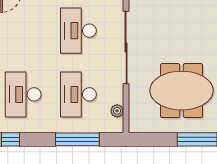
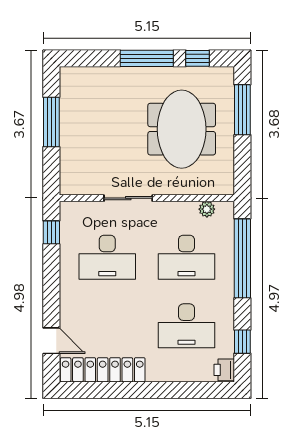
sliding door: (126, 48) -> (128, 198), width x0.54
window: (77, 139) -> (242, 258), width x1.46

